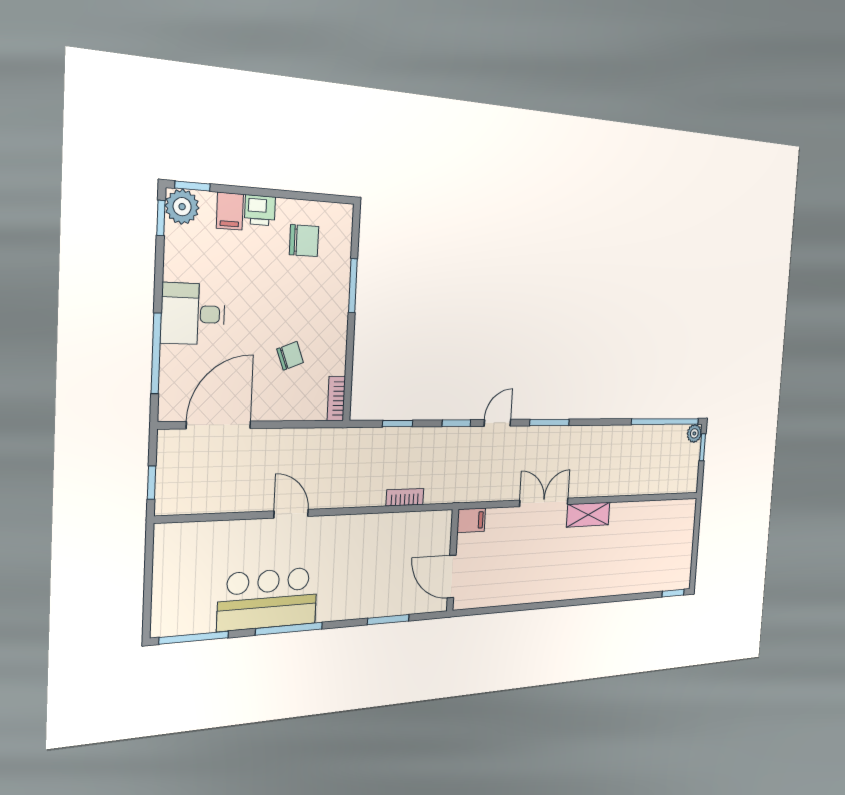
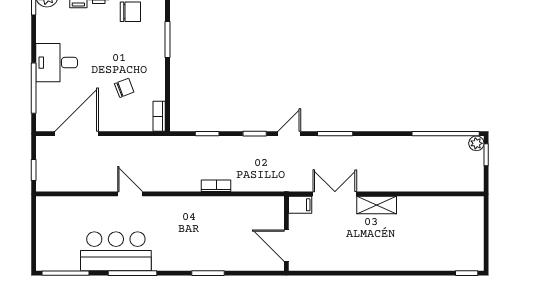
filing cabinet: (471, 520) -> (300, 205), moved
wall: (453, 560) -> (286, 234), moved
door: (452, 577) -> (286, 246), moved

